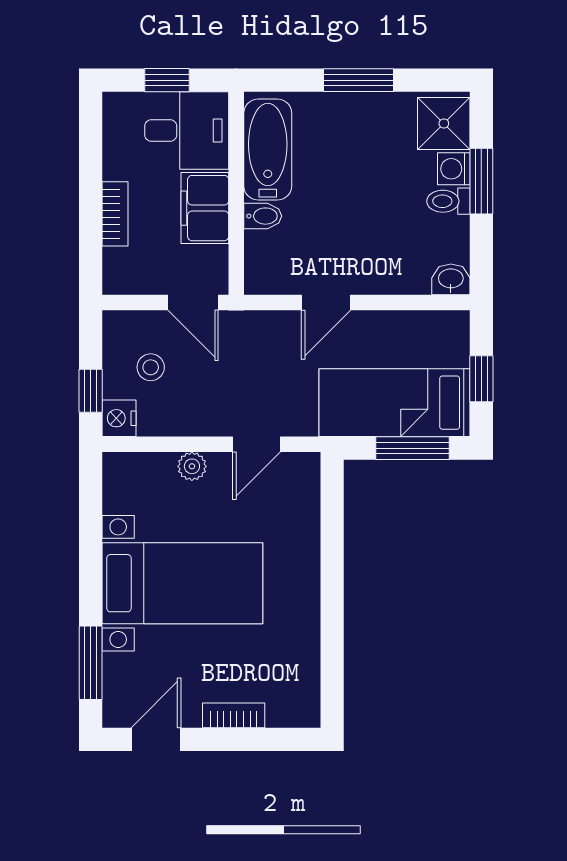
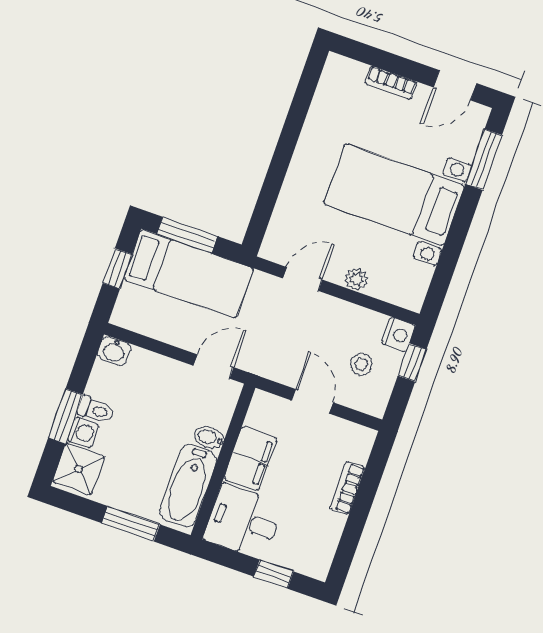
desk: (187, 131) -> (244, 521), moved
bathtub: (268, 150) -> (188, 486), moved
wall: (236, 193) -> (223, 461), moved
filing cabinet: (205, 208) -> (250, 459), moved
bidet: (263, 216) -> (209, 437), moved

